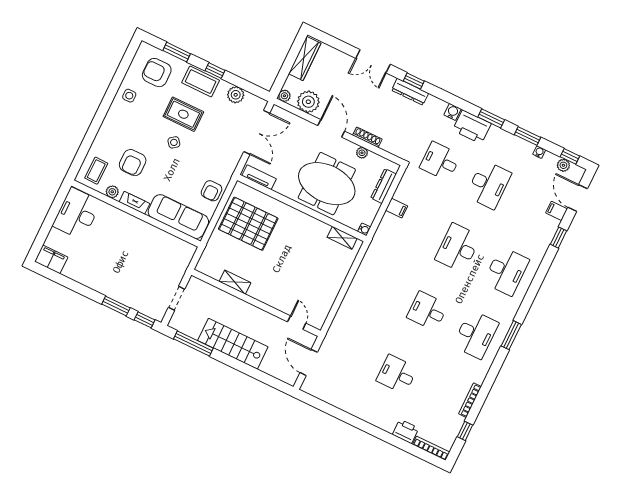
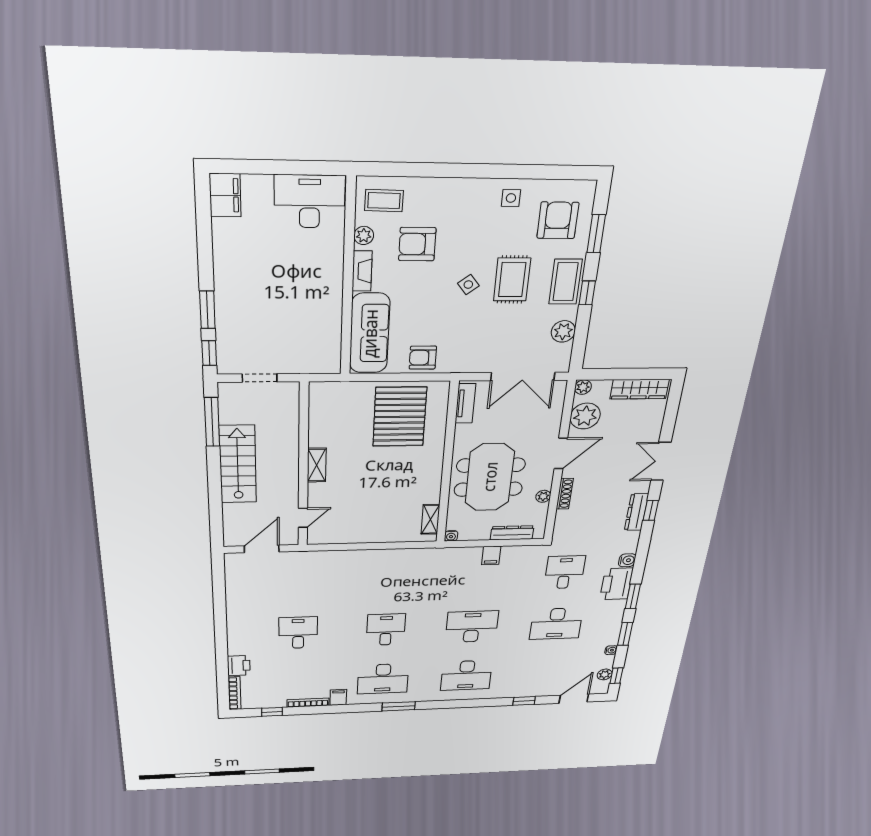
filing cabinet: (557, 211) -> (338, 697), moved
shelving: (235, 282) -> (317, 465), moved

